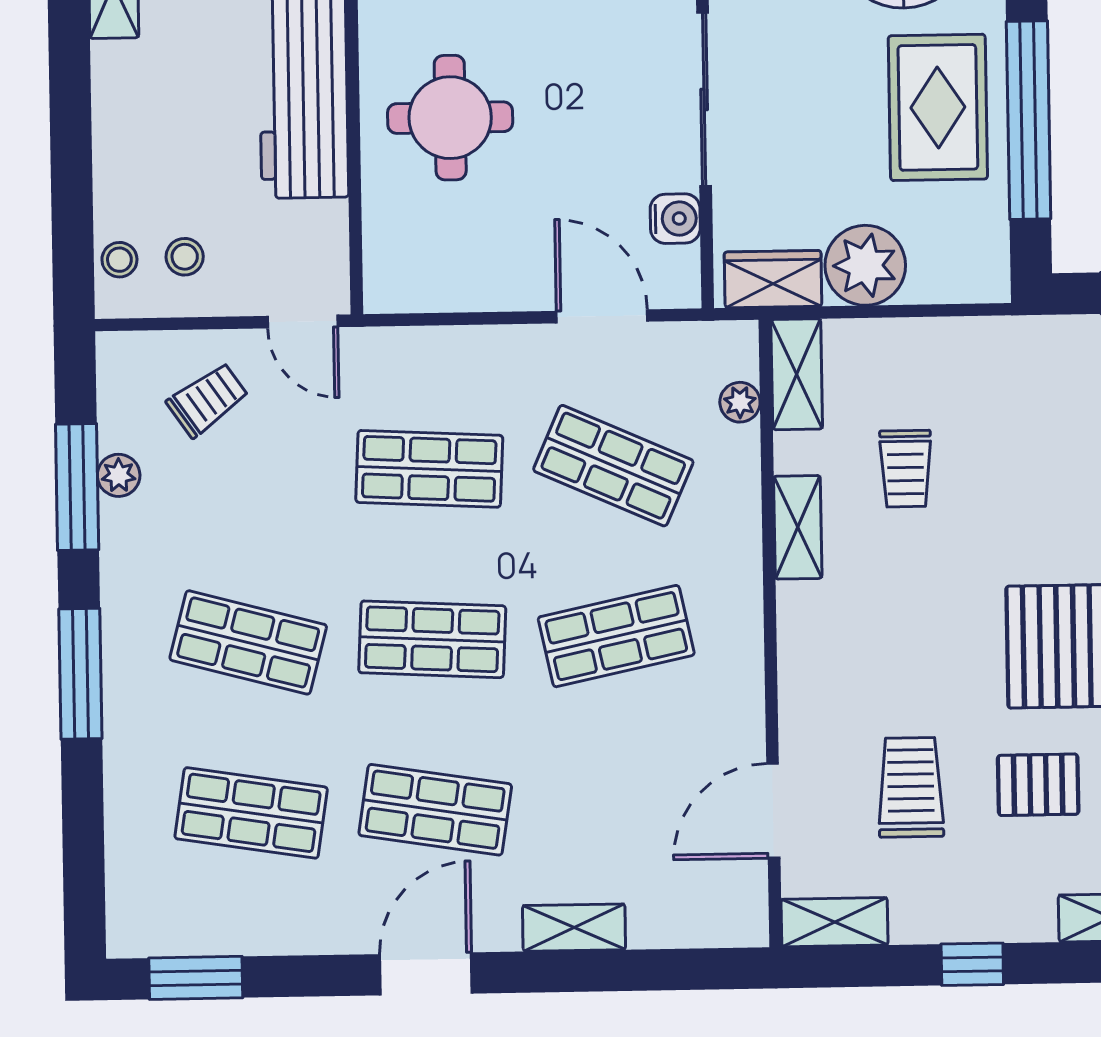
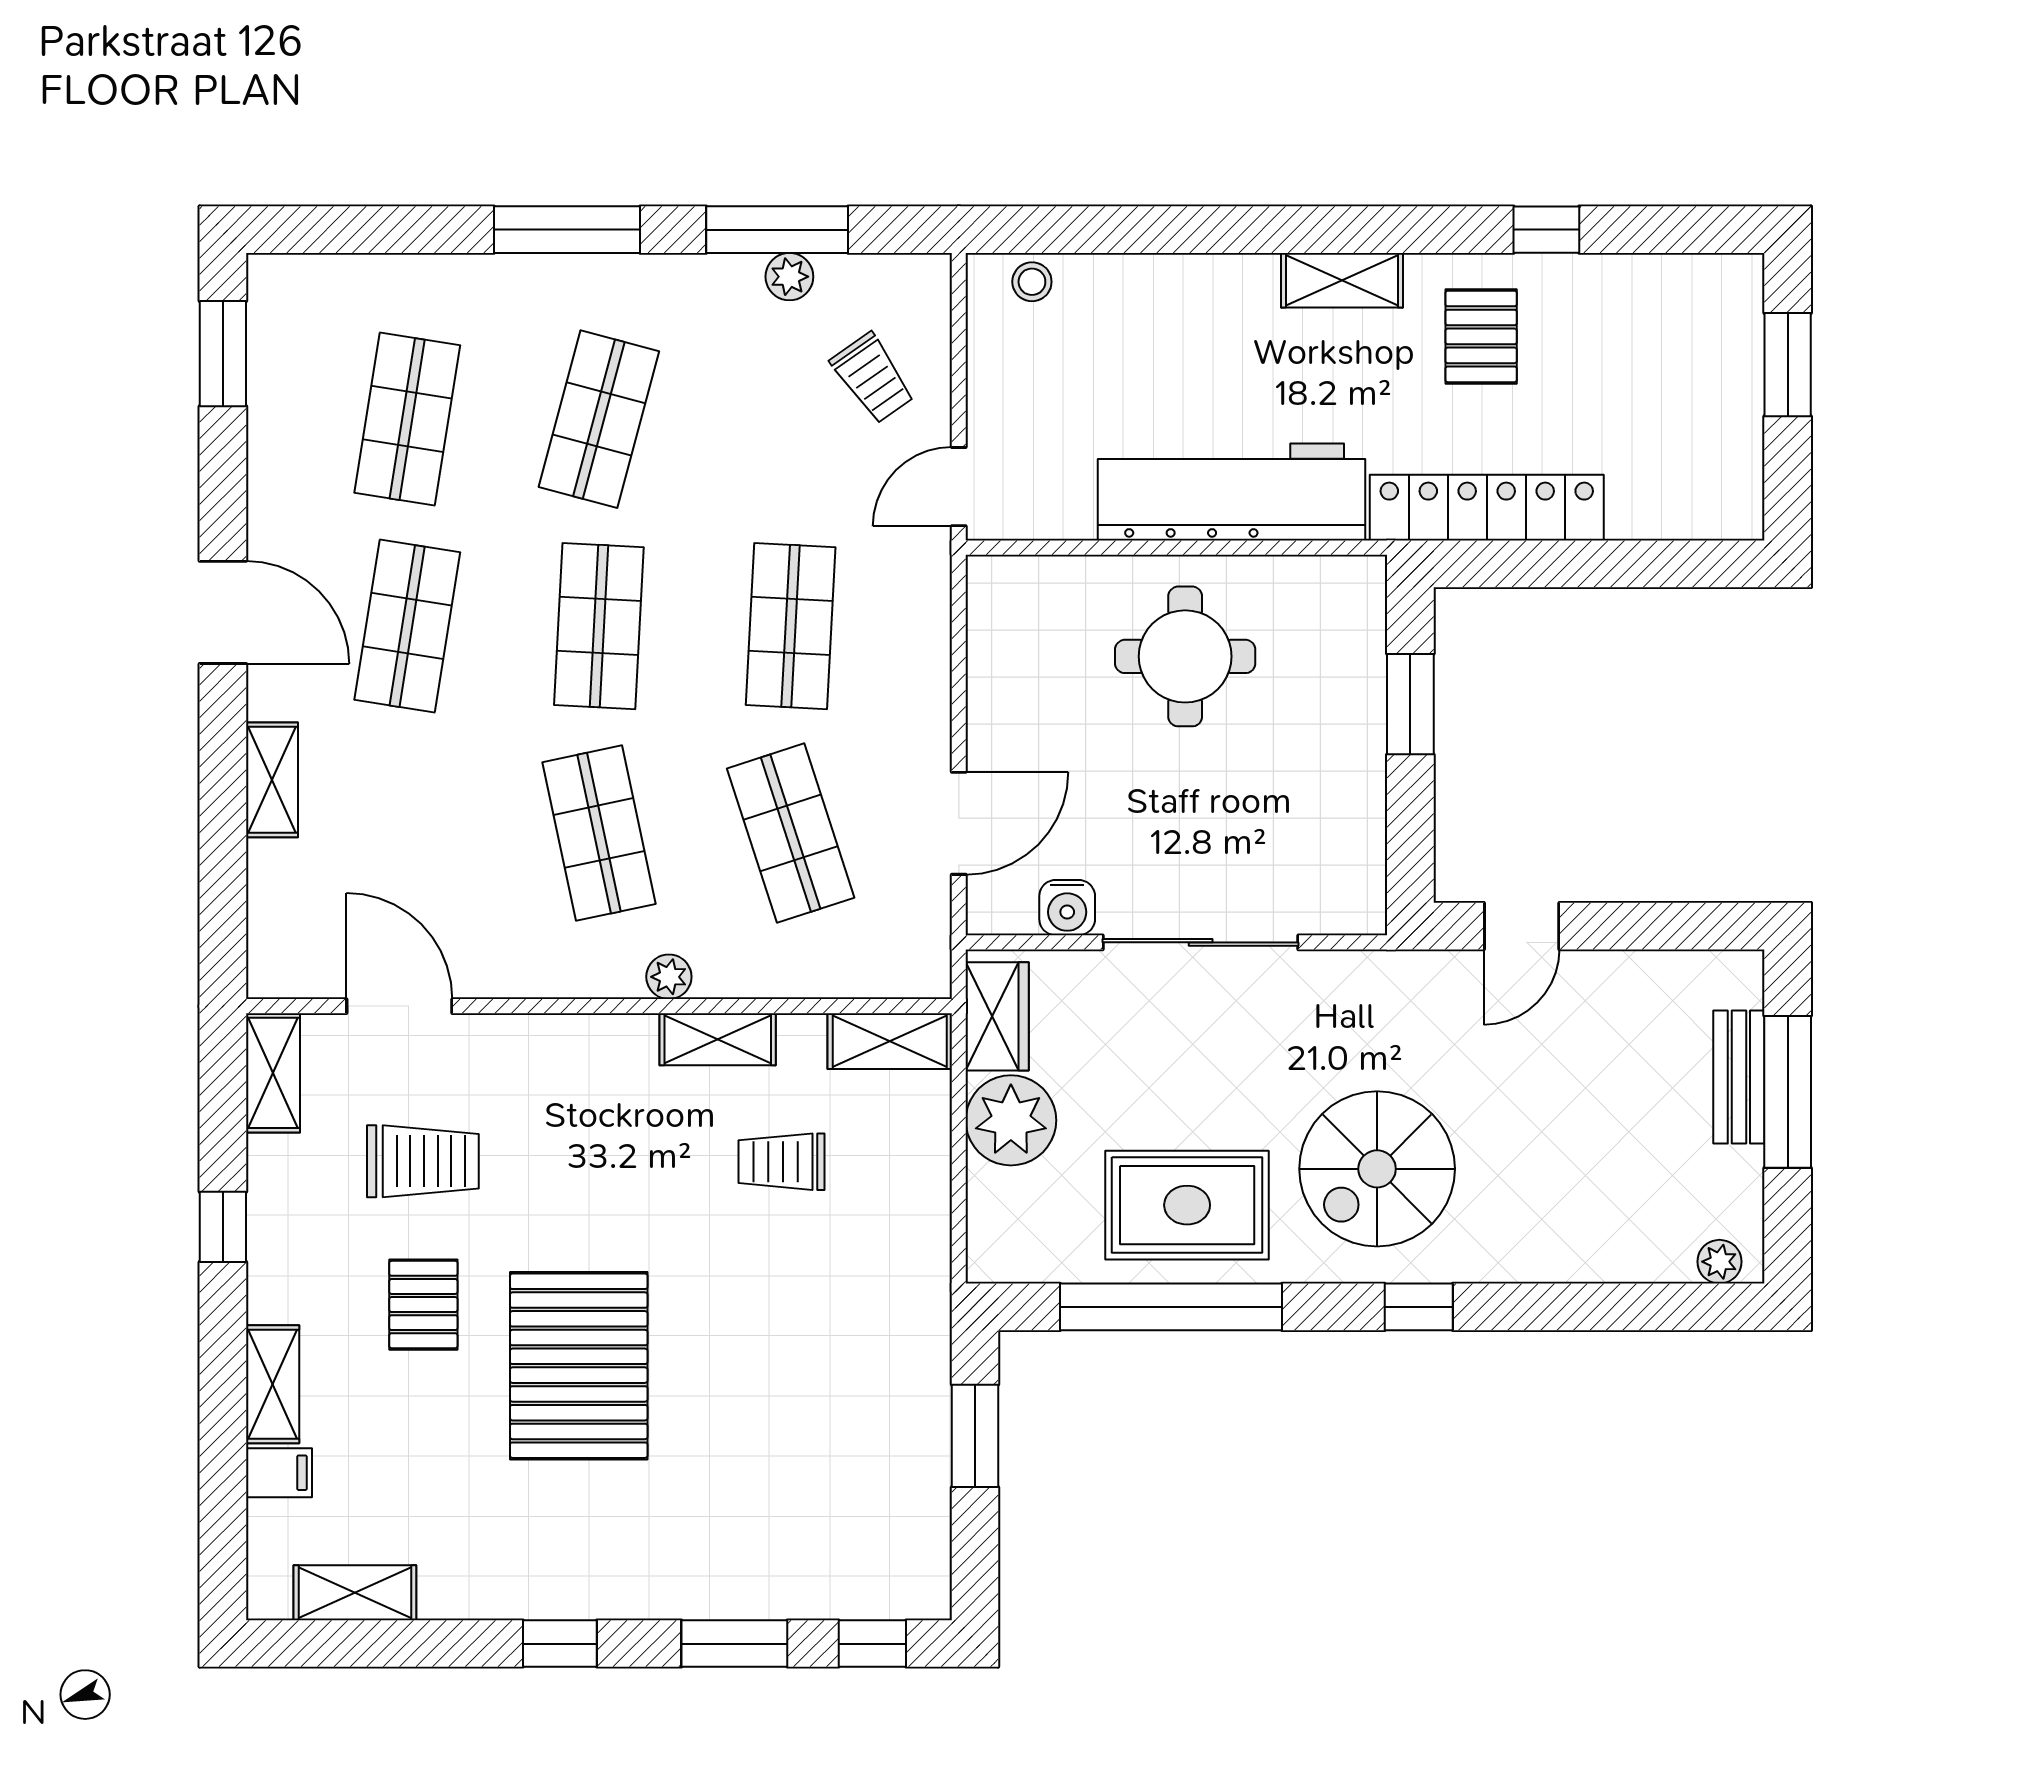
stool: (185, 257) -> (1034, 355), removed
plant: (740, 402) -> (669, 977), moved
shop shelf: (613, 466) -> (791, 833), turned -42

